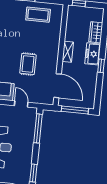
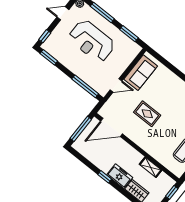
shelving: (68, 52) -> (151, 167), moved

